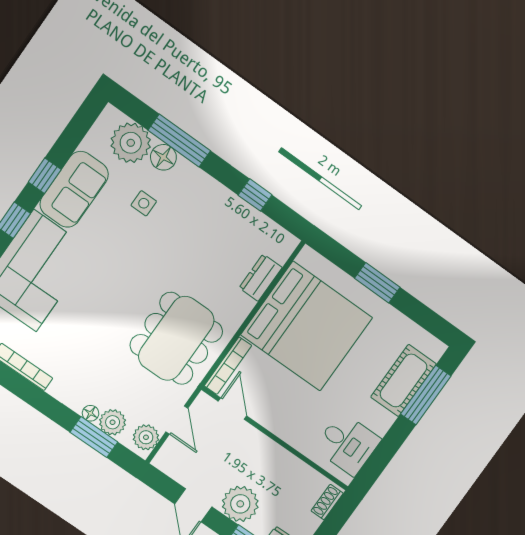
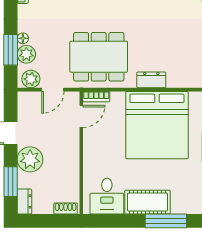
dresser: (261, 278) -> (151, 80), moved
bookcase: (228, 366) -> (96, 97), width x0.64
cot: (404, 380) -> (147, 202), moved

